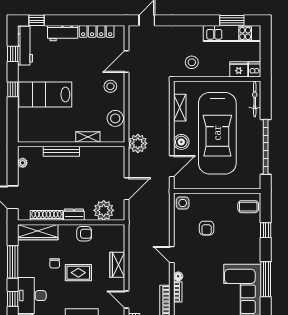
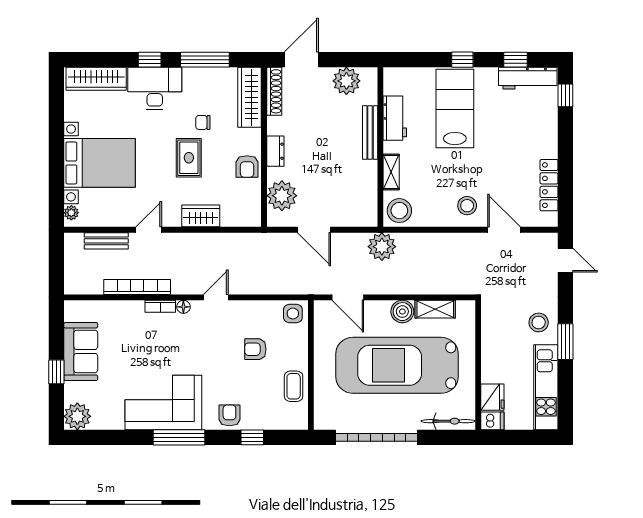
window: (232, 20) -> (565, 342), moved
workbench: (63, 33) -> (395, 118), moved, turned 180
stool: (192, 62) -> (539, 322), moved
stool: (115, 118) -> (399, 211), moved
boiler: (181, 142) -> (402, 312), moved
plant: (23, 163) -> (346, 81), width x1.87, depth x1.87
coffee table: (248, 207) -> (294, 386), moved
shoe rack: (46, 215) -> (274, 91), moved
armchair: (251, 245) -> (229, 415), added

